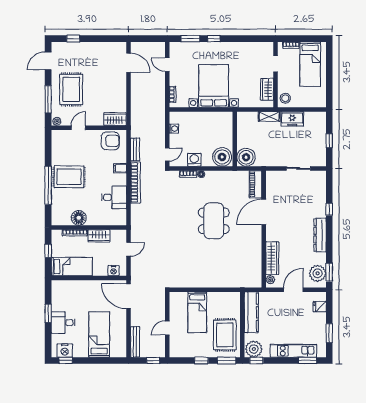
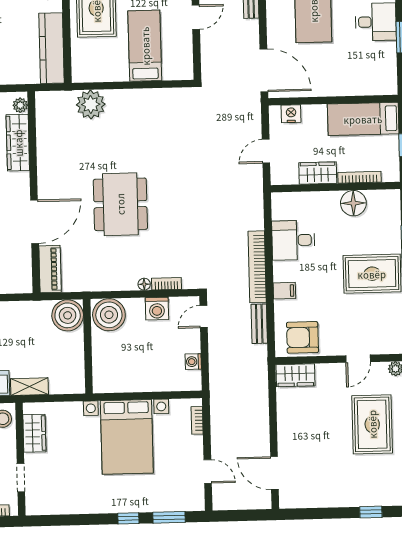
plant: (229, 279) -> (91, 104), added

